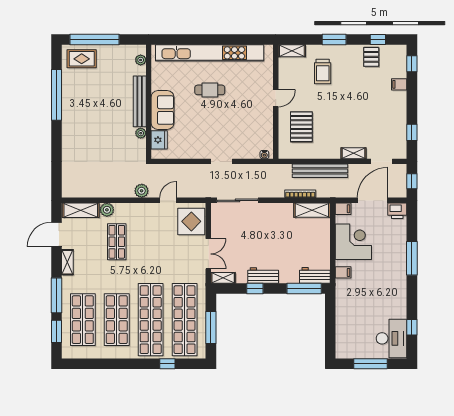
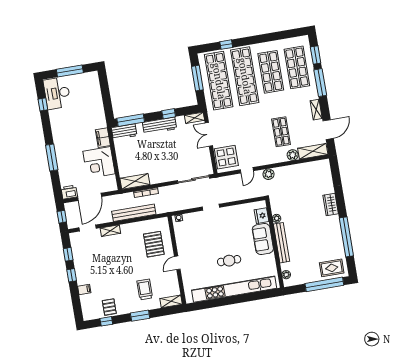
window: (412, 64) -> (72, 275), moved
wardrobe: (70, 139) -> (331, 204), added
filing cabinet: (343, 209) -> (111, 187), removed
filing cabinet: (343, 272) -> (103, 138), width x2.00
workbench: (263, 275) -> (160, 126), width x1.38

